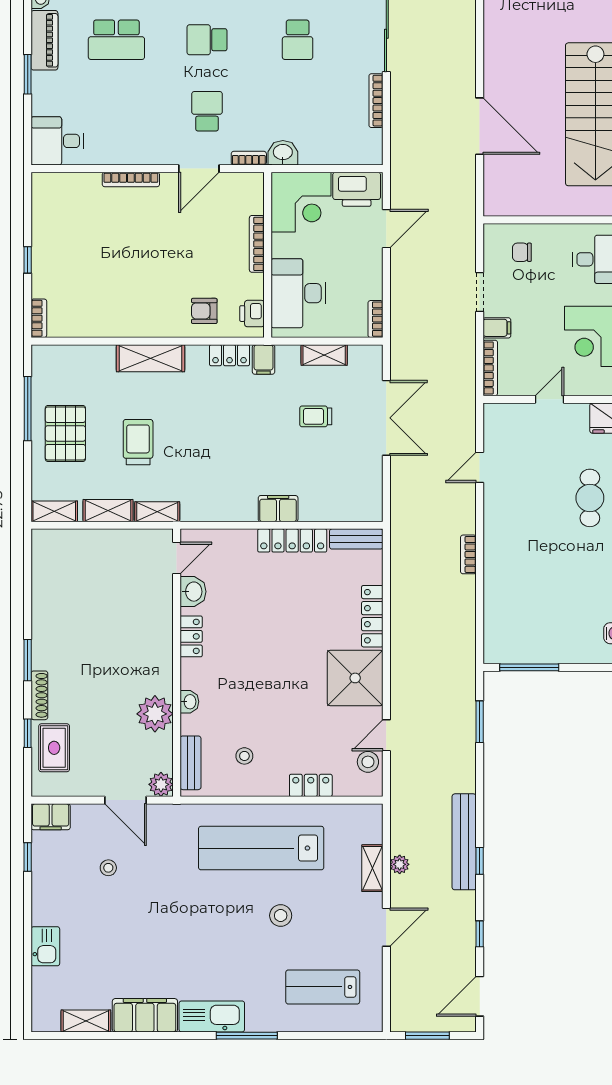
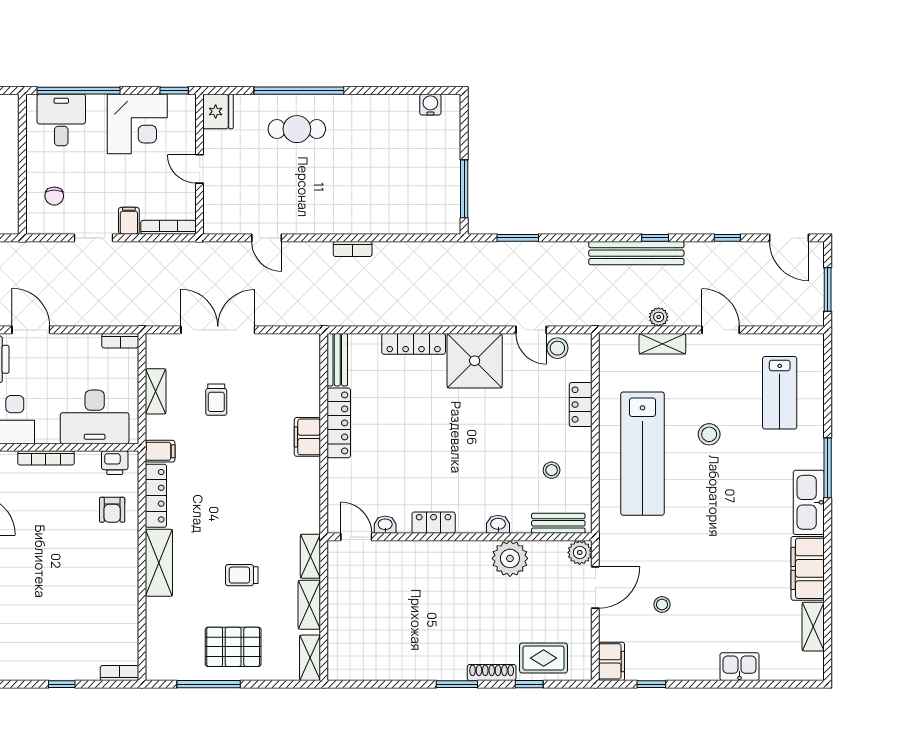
locker: (230, 355) -> (156, 496), width x1.53
trolley: (138, 442) -> (242, 575), width x0.73, depth x0.72
washbasin: (193, 592) -> (385, 525), width x0.72, depth x0.69

